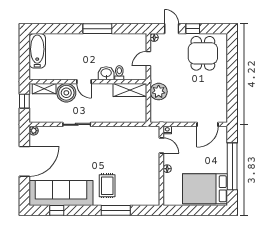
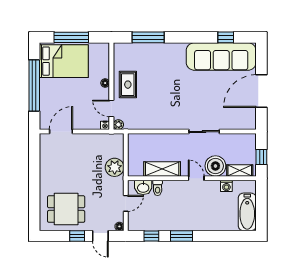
window: (97, 29) -> (181, 236), width x0.69
window: (125, 29) -> (151, 236), added
dining table: (203, 53) -> (66, 209), turned 90
washbasin: (106, 73) -> (143, 187), moved
washing machine: (56, 75) -> (226, 186), added
shelving: (130, 90) -> (162, 169), moved
plant: (34, 131) -> (118, 125), moved
rug: (107, 186) -> (128, 85), moved
window: (116, 210) -> (148, 37), moved
window: (198, 210) -> (71, 37), added

